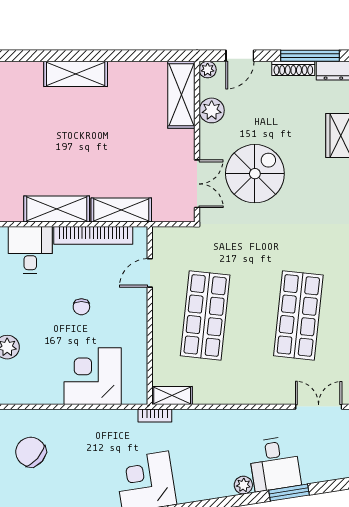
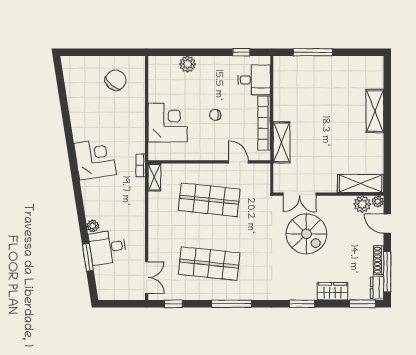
plant: (212, 110) -> (362, 204), moved
shelving: (57, 209) -> (282, 98), removed

